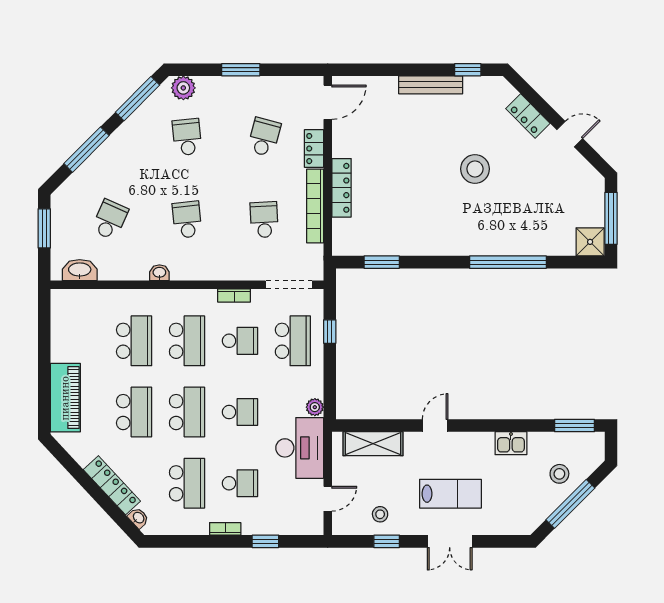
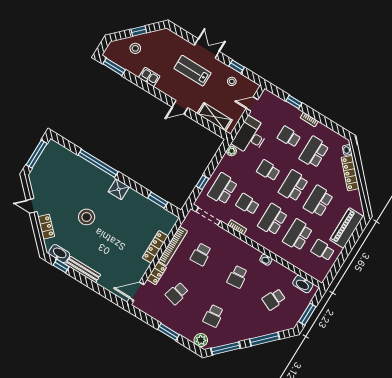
washbasin: (482, 87) -> (59, 254), added
shower: (590, 242) -> (119, 189), moved
school desk: (81, 341) -> (323, 250), added
window: (570, 504) -> (139, 31), width x0.46

